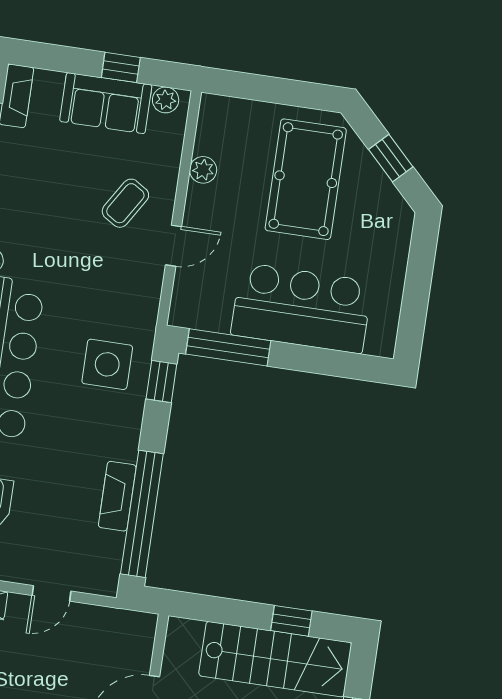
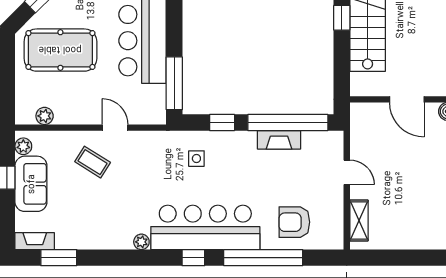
plant: (203, 170) -> (45, 116), moved
side table: (107, 364) -> (196, 159), width x0.54, depth x0.54
window: (161, 381) -> (222, 123), moved

